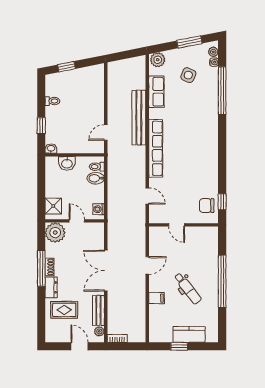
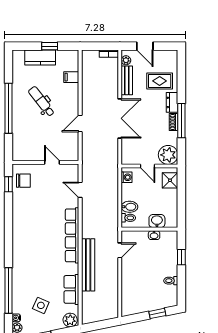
washbasin: (51, 149) -> (154, 235), moved
filing cabinet: (157, 298) -> (71, 77), moved

